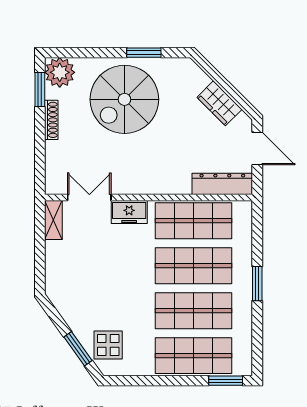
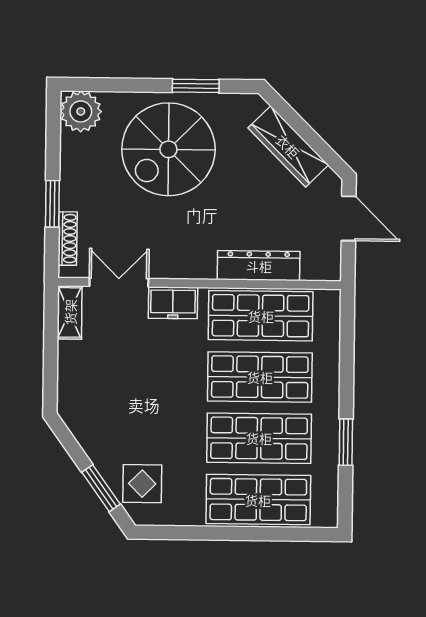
window: (40, 90) -> (52, 204), moved
wardrobe: (219, 103) -> (288, 146), width x1.50
shoe rack: (51, 120) -> (68, 239), moved
dresser: (222, 184) -> (259, 266), moved
window: (257, 284) -> (346, 442), moved
window: (226, 381) -> (302, 534), removed

